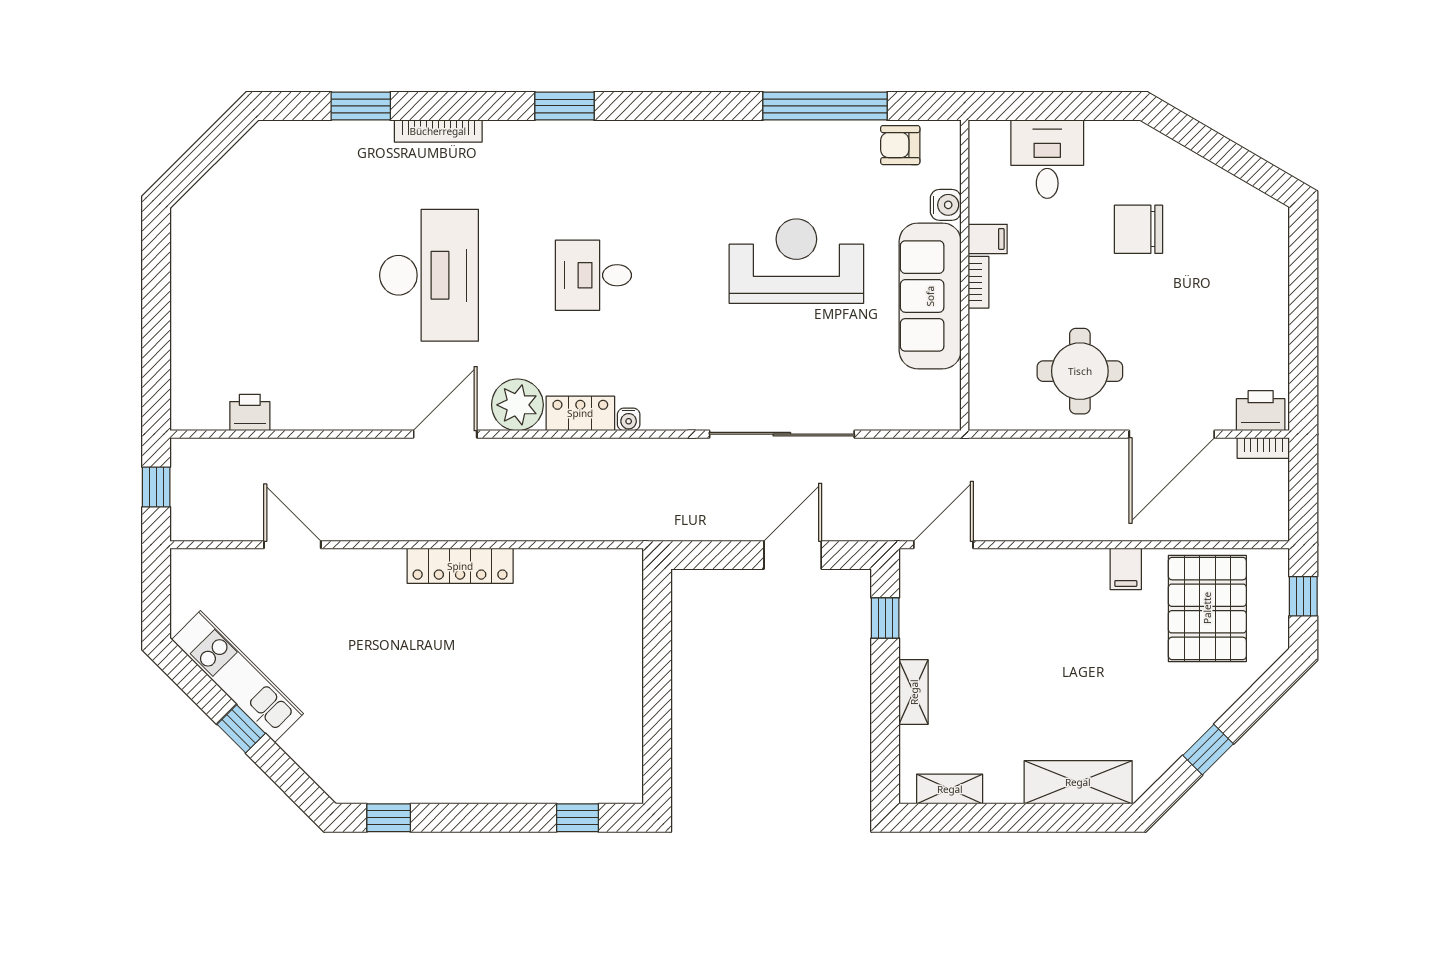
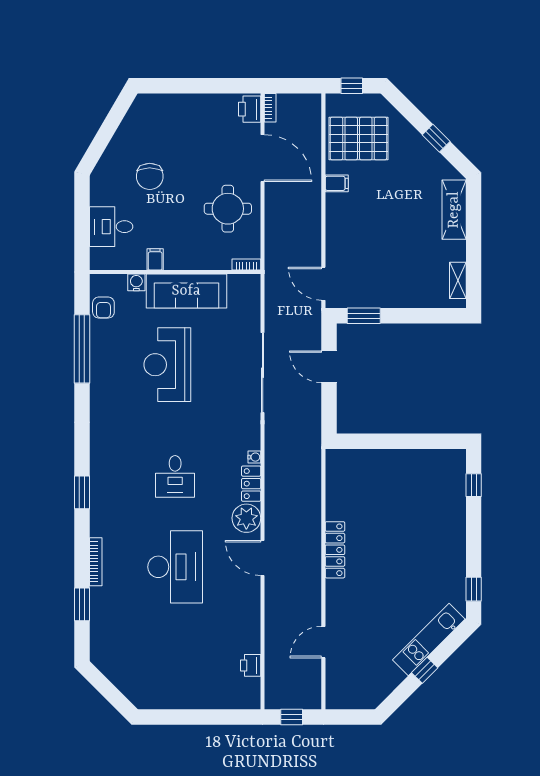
desk: (429, 275) -> (175, 567), turned 90
bookcase: (978, 282) -> (246, 264), moved
window: (885, 618) -> (364, 316), width x1.50
kitchen unit: (237, 677) -> (429, 639), moved
shelving: (914, 692) -> (404, 300), removed

